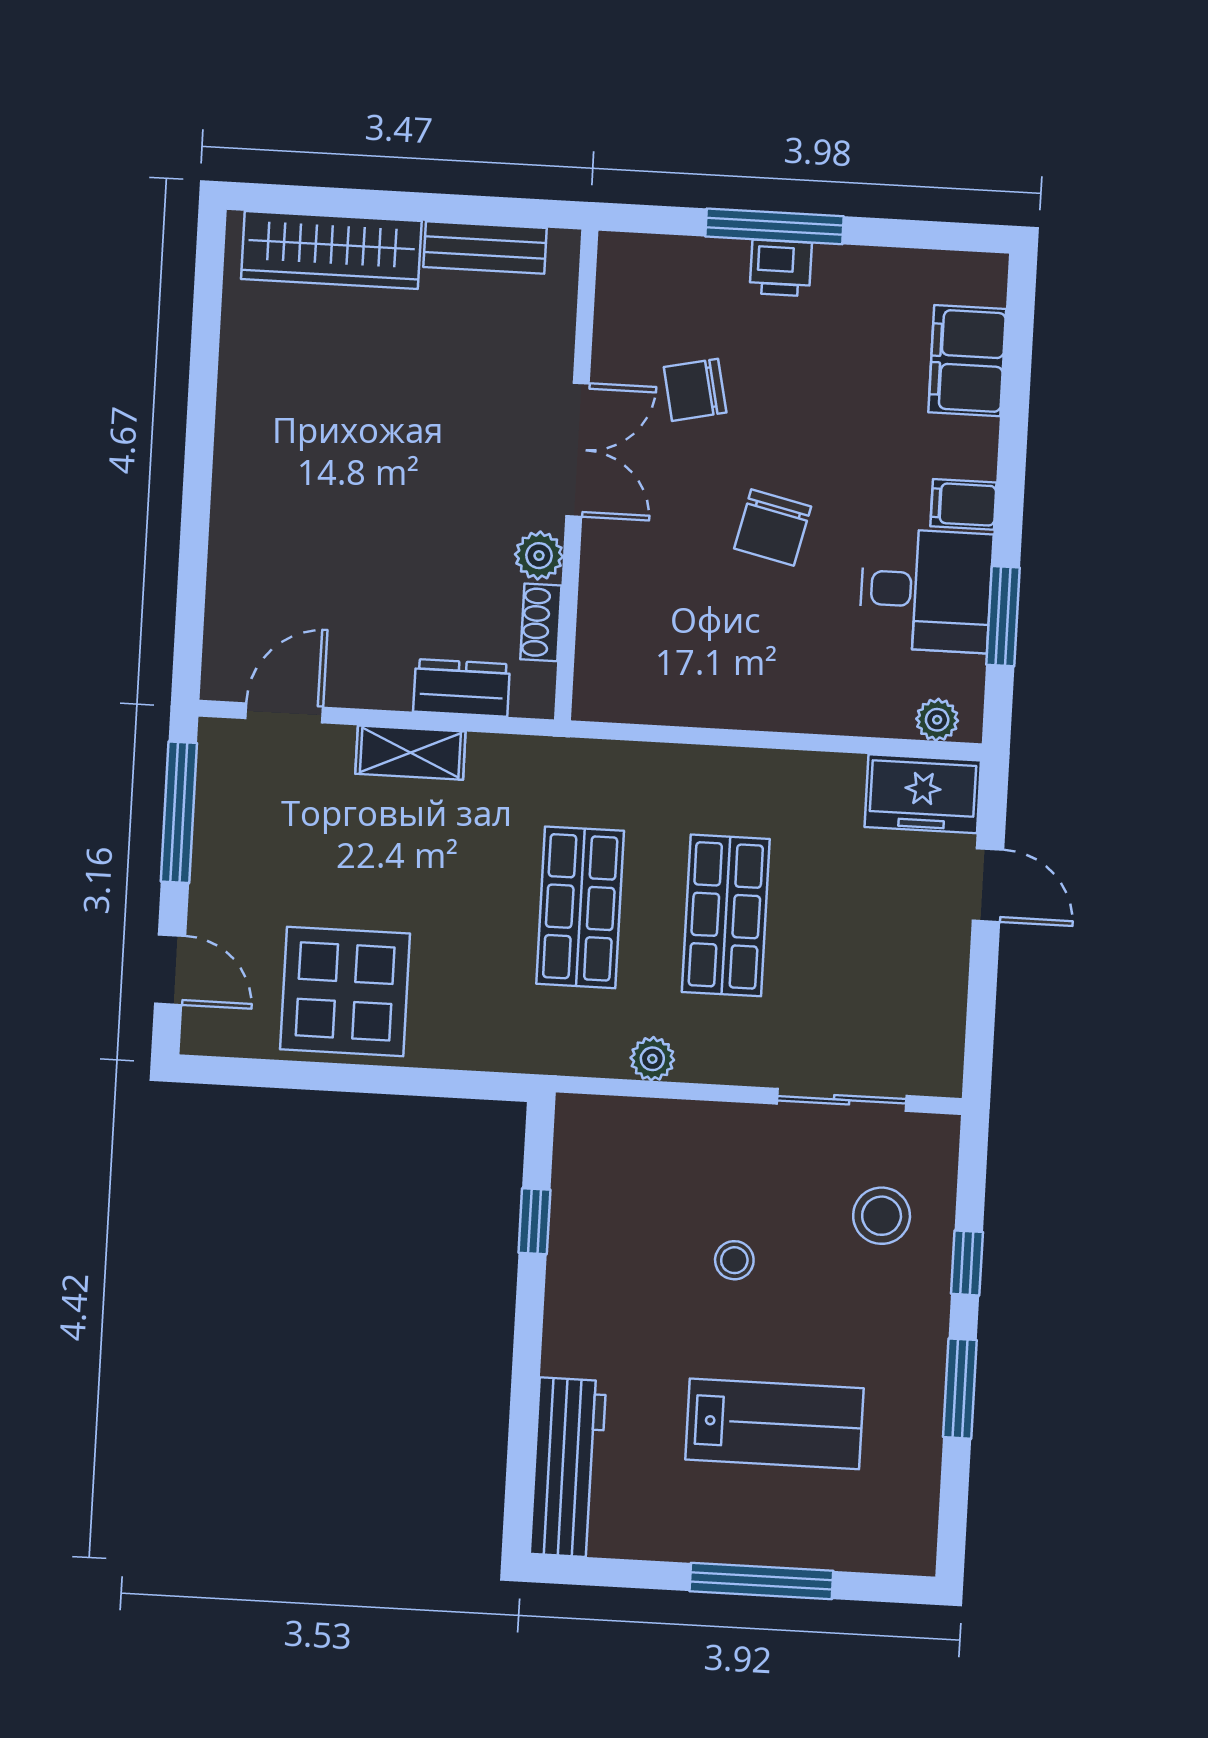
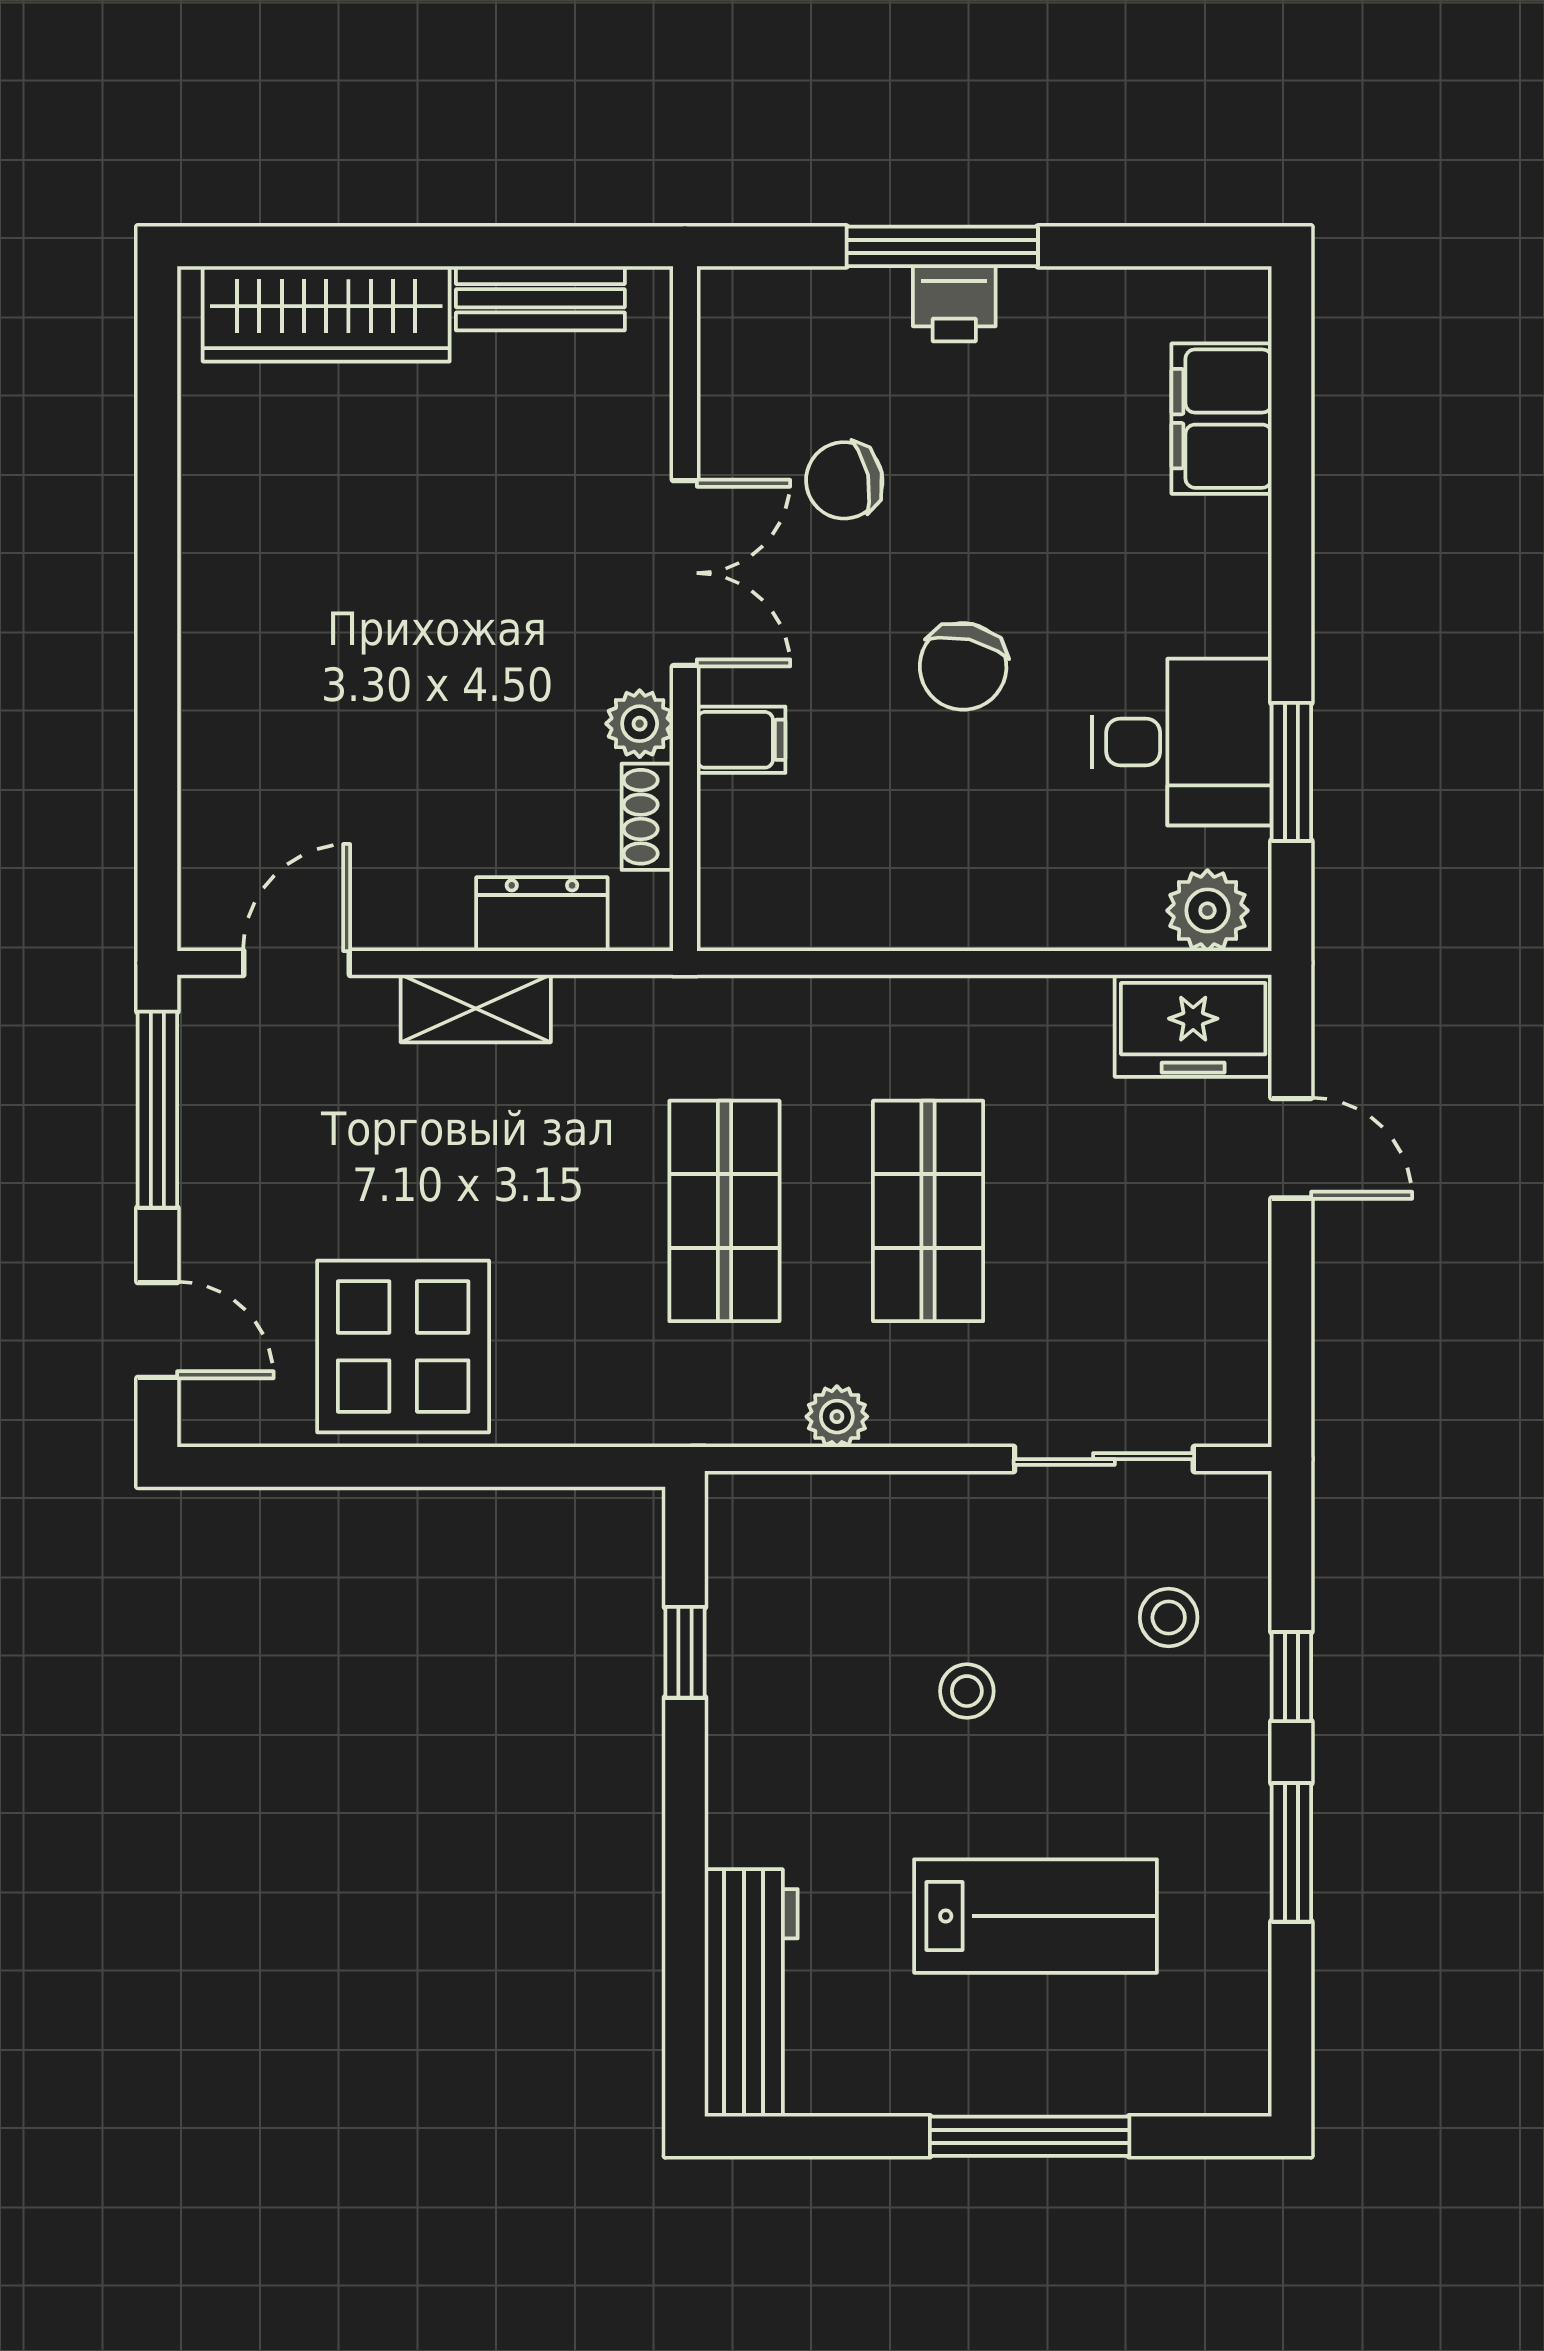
filing cabinet: (963, 504) -> (741, 740), moved, turned 180
plant: (937, 720) -> (1207, 911), width x1.38, depth x1.38
stool: (882, 1216) -> (1169, 1618), width x0.73, depth x0.73

